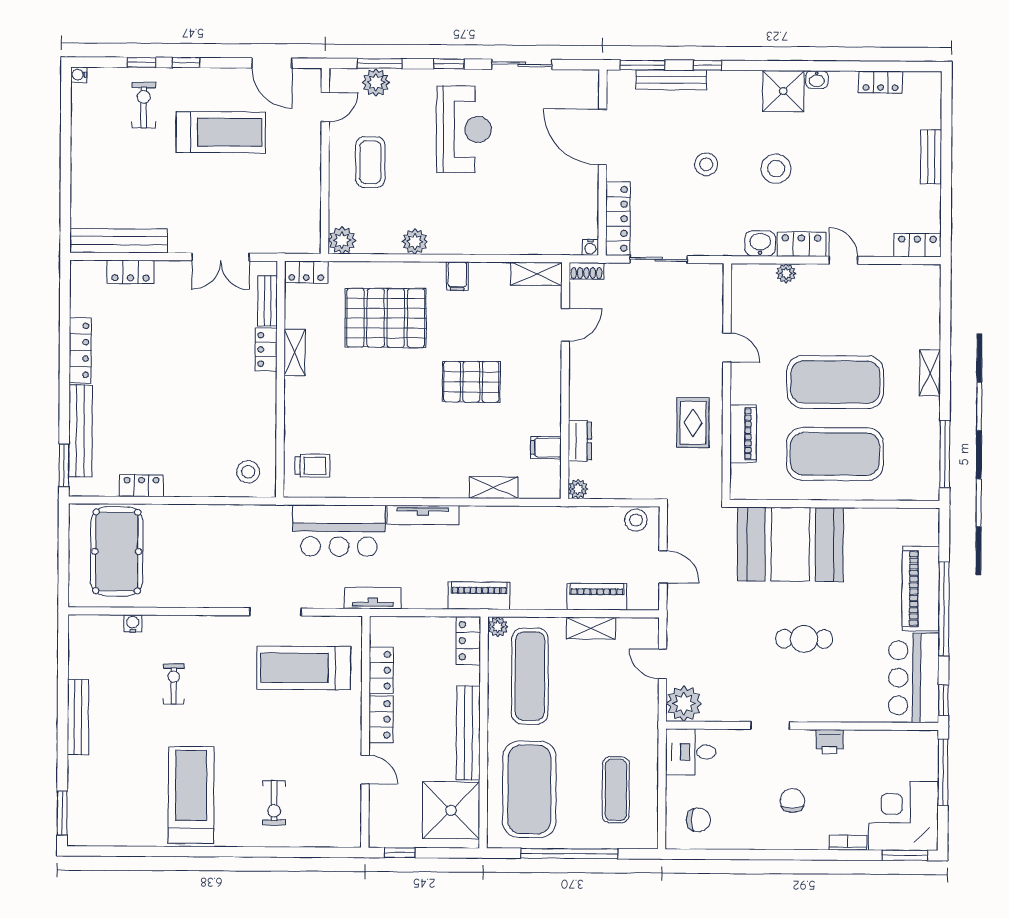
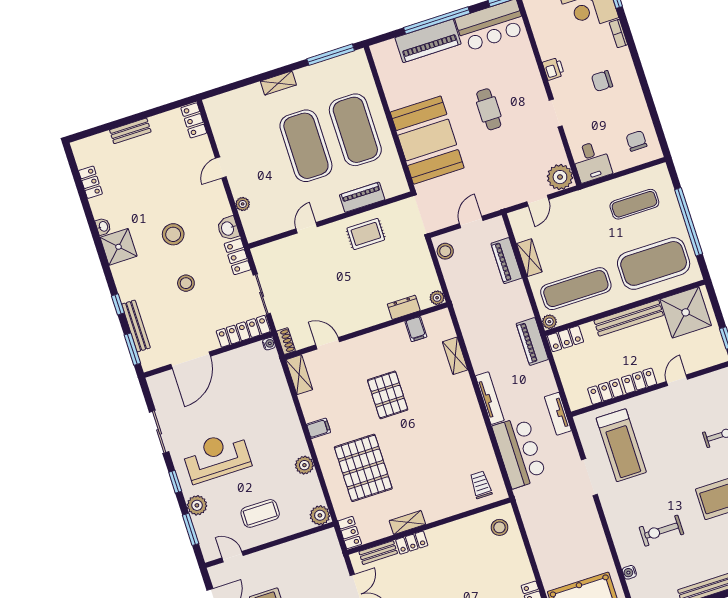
plant: (376, 82) -> (197, 505), moved
locker: (801, 244) -> (237, 257), moved
exercise bike: (174, 684) -> (661, 531), width x1.38, depth x1.39

